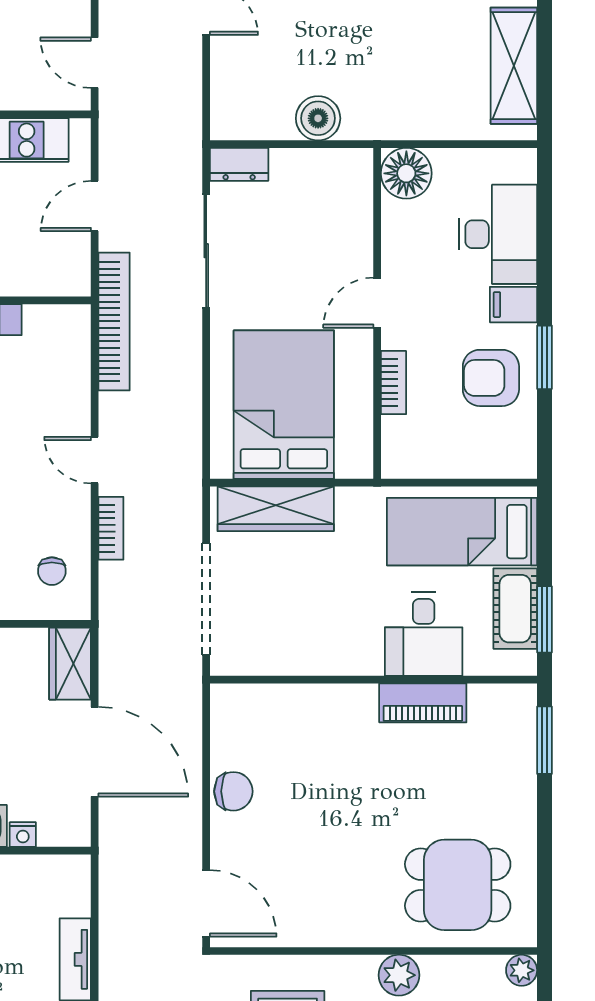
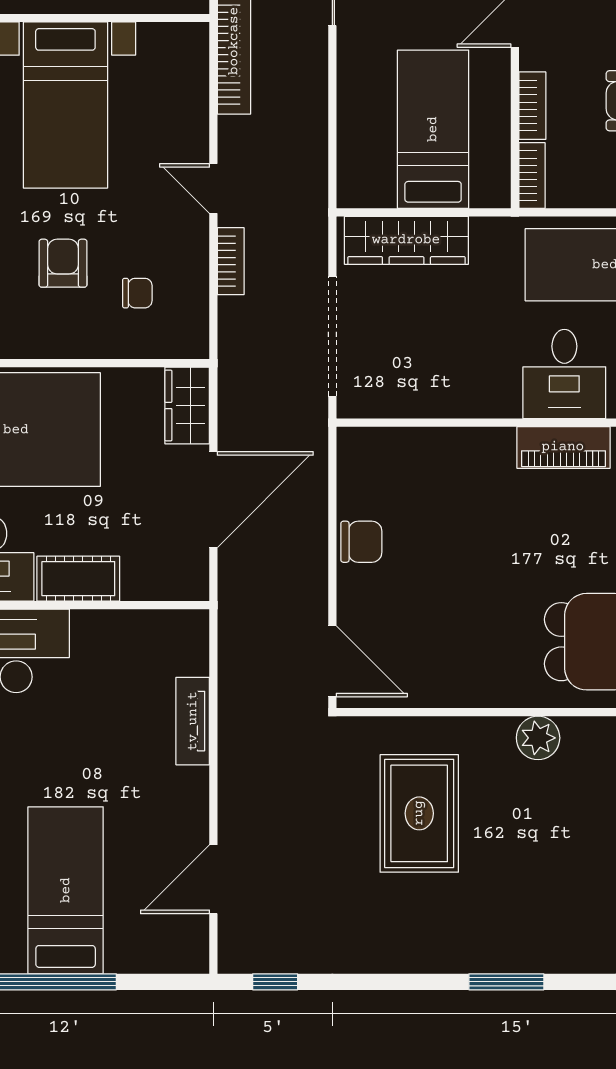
bed: (284, 405) -> (433, 129), width x0.67
bookcase: (393, 448) -> (532, 176), added
chair: (52, 571) -> (137, 293), moved, turned -90
door: (95, 752) -> (213, 500), hinge flipped
nightstand: (23, 835) -> (137, 588), removed

